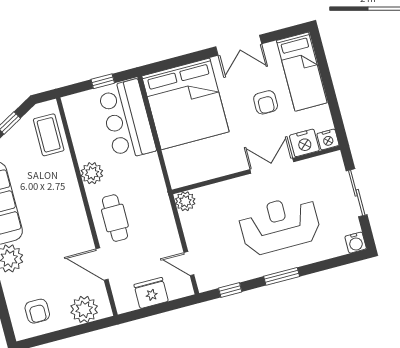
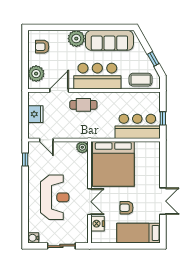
double door: (239, 45) -> (163, 201), swing flipped
bed: (185, 104) -> (113, 164), moved, turned -90
nightstand: (328, 140) -> (96, 238), removed
plant: (92, 173) -> (112, 98), removed
bar counter: (62, 207) -> (97, 76), added
door: (189, 264) -> (46, 140), swing flipped
window: (282, 276) -> (25, 191), removed

